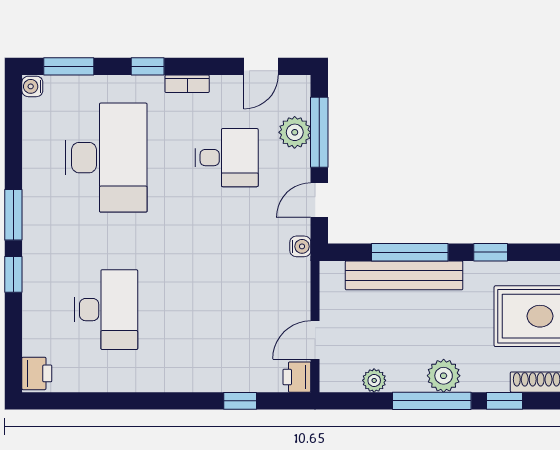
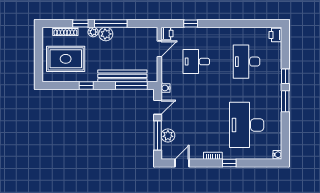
window: (69, 66) -> (262, 163), removed
desk: (227, 158) -> (196, 62), moved
window: (410, 252) -> (131, 86), moved
plant: (374, 380) -> (93, 32), moved

